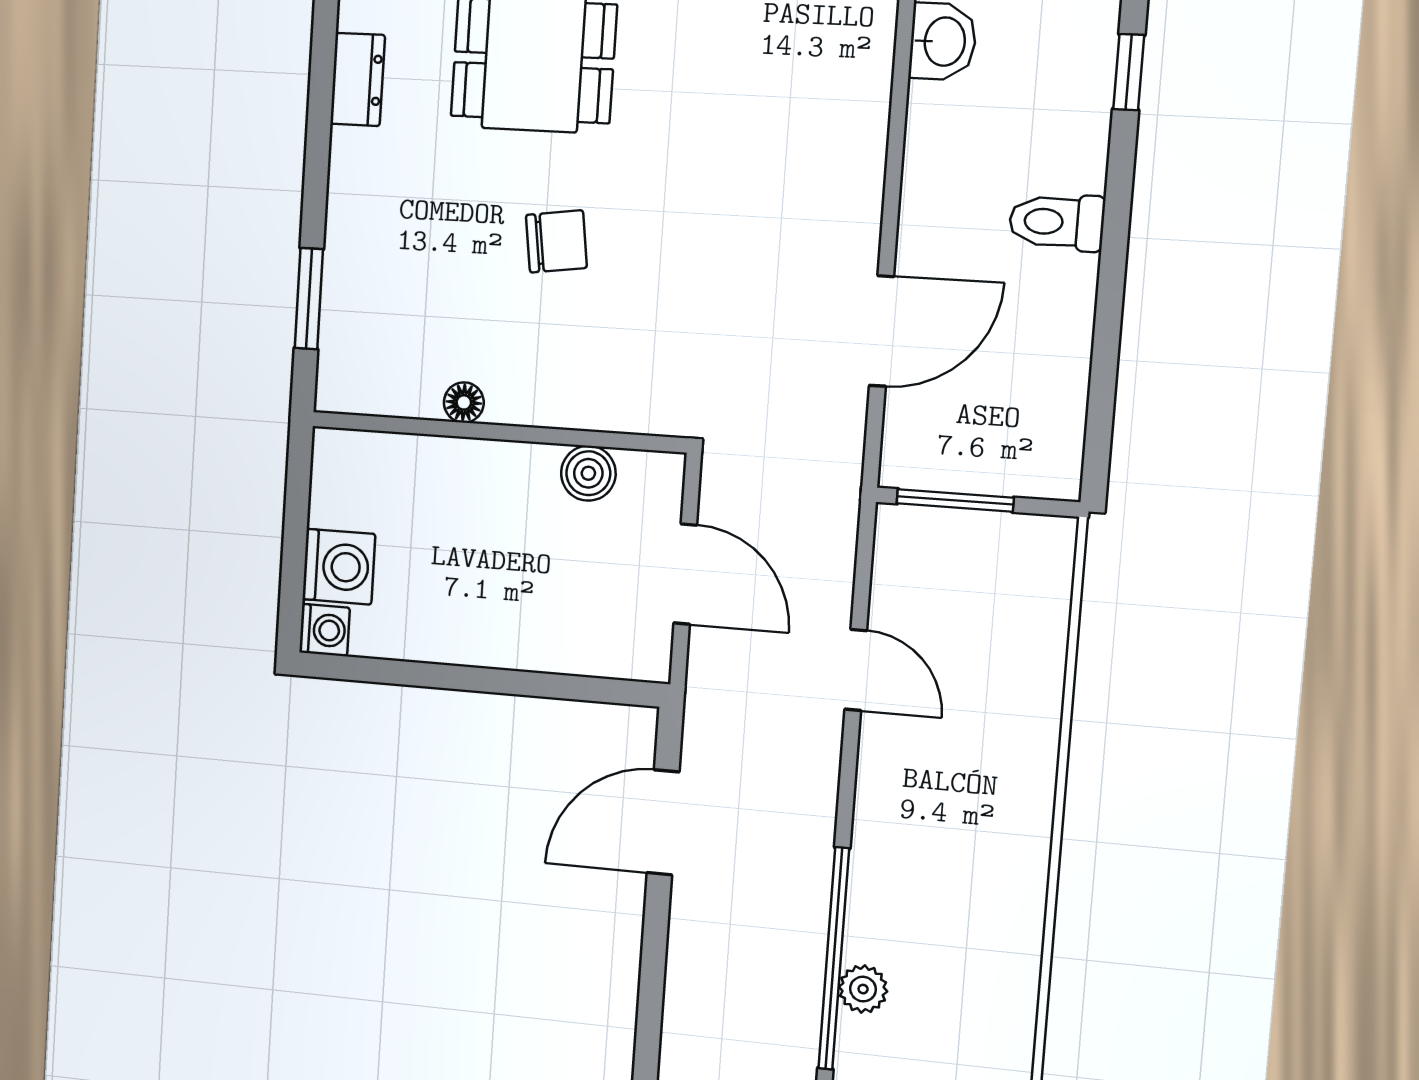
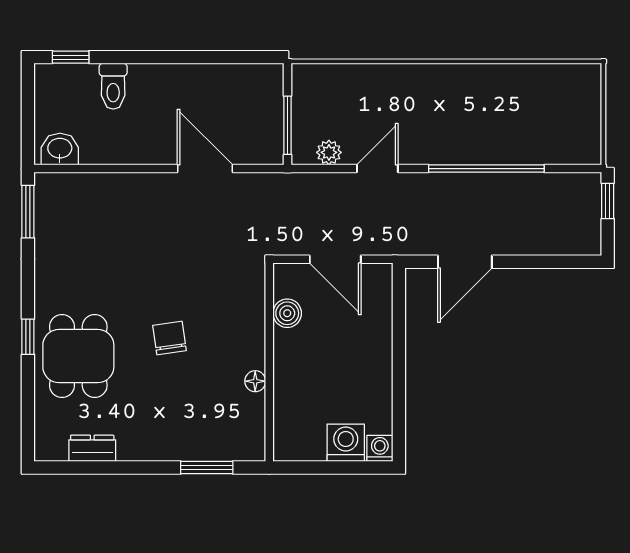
toilet: (1057, 222) -> (113, 86), moved
door: (685, 574) -> (335, 259), swing flipped
door: (663, 822) -> (465, 262), hinge flipped
window: (834, 959) -> (486, 169), moved
plant: (863, 989) -> (329, 152), moved

